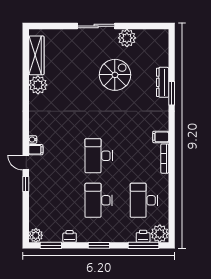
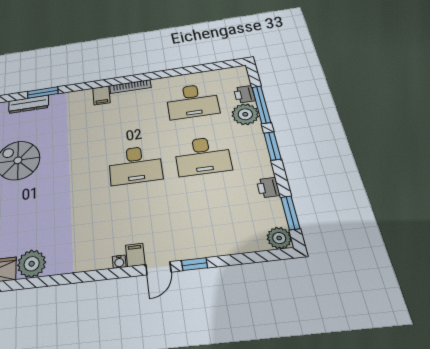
plant: (160, 234) -> (245, 114), moved
window: (144, 245) -> (261, 105), moved

